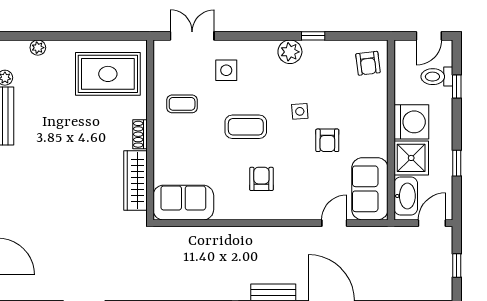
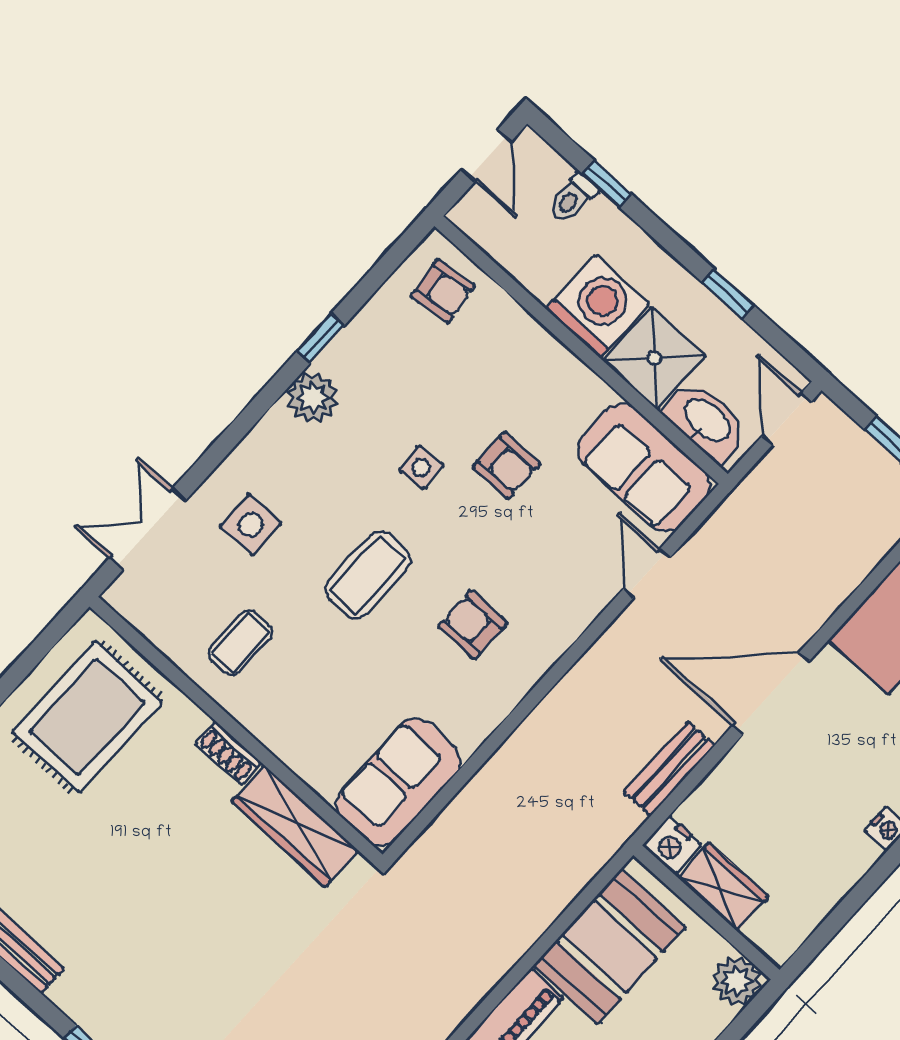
toilet: (437, 77) -> (573, 198), width x0.73, depth x0.72

